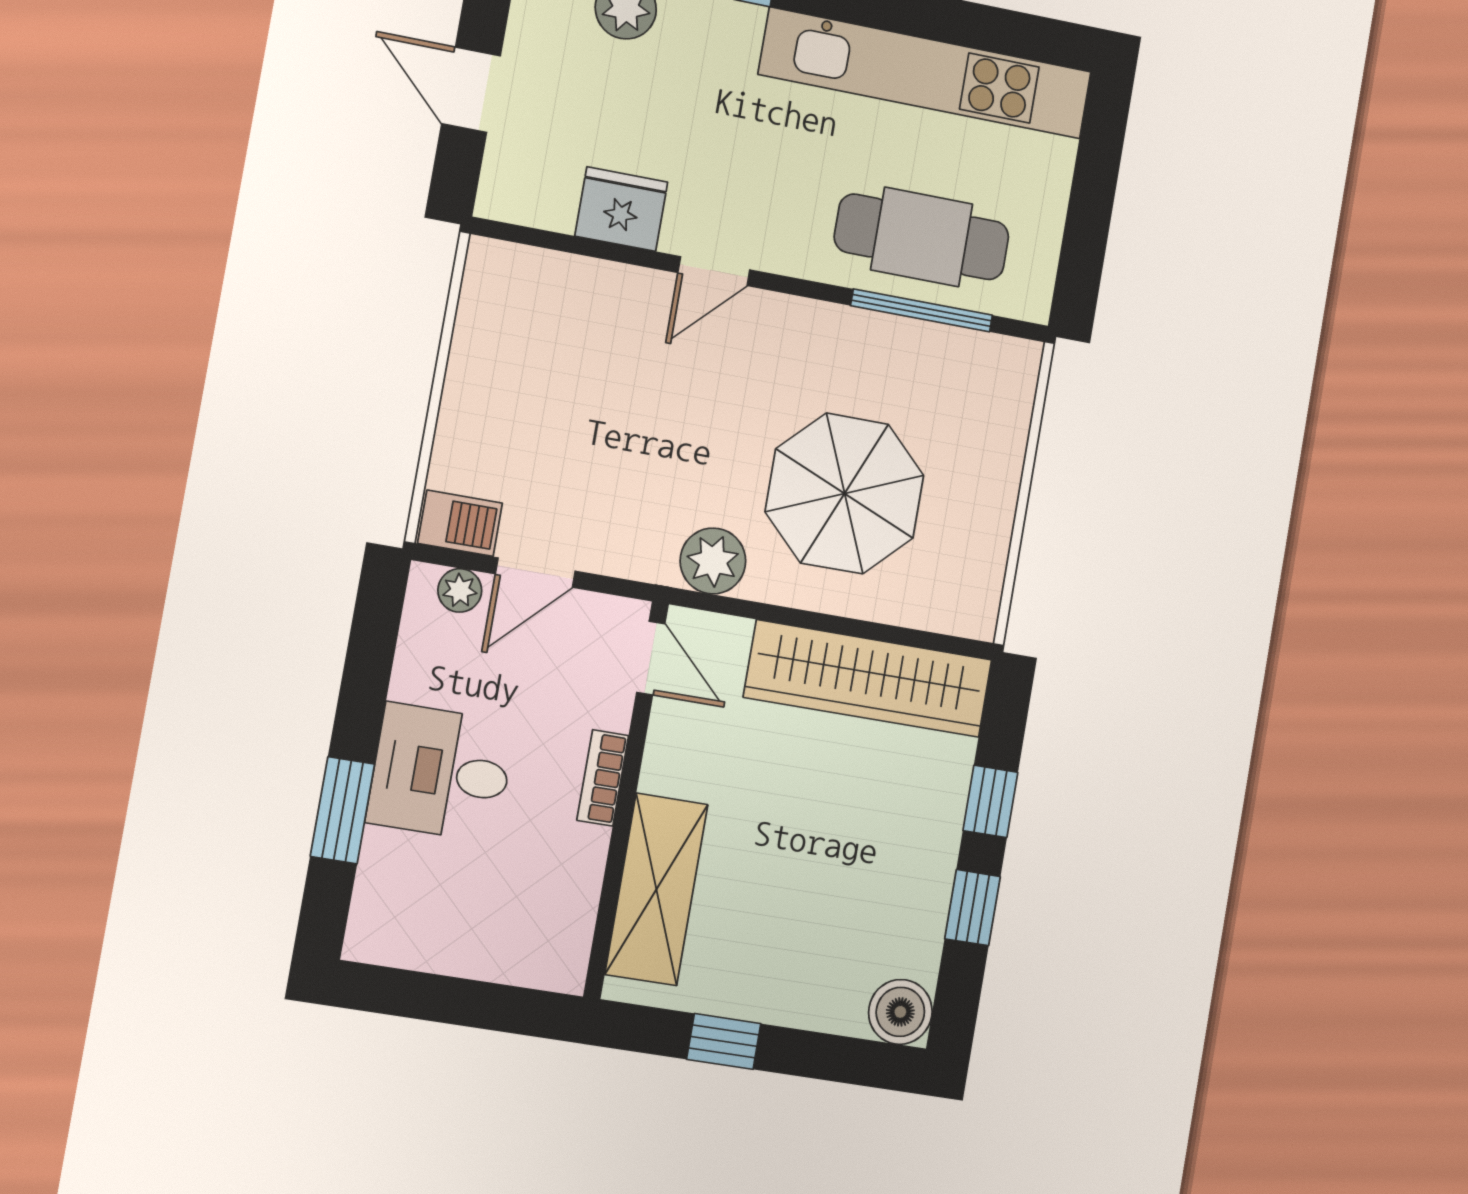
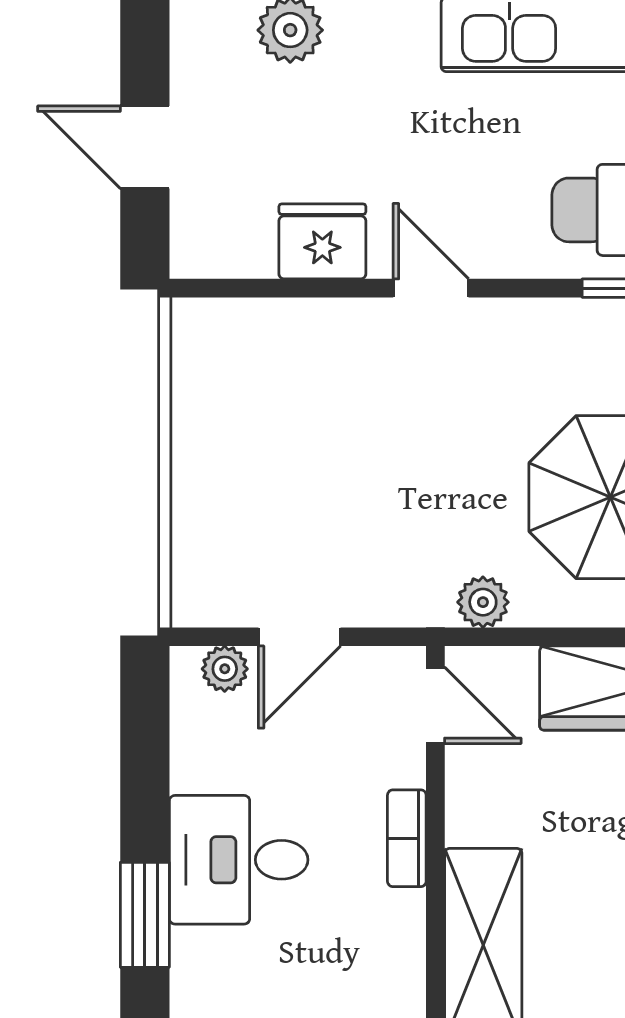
door: (714, 271) -> (431, 288), swing flipped
barbecue: (460, 523) -> (213, 599), removed
plant: (713, 561) -> (483, 602), width x0.73, depth x0.73

